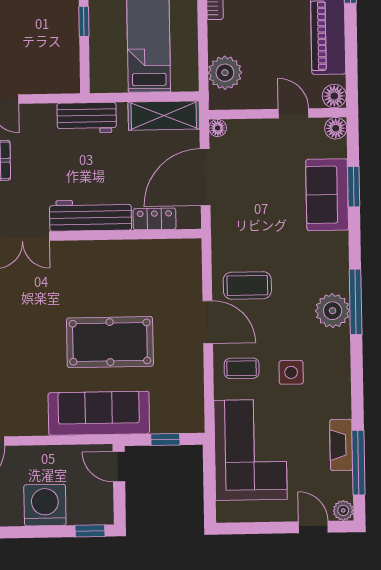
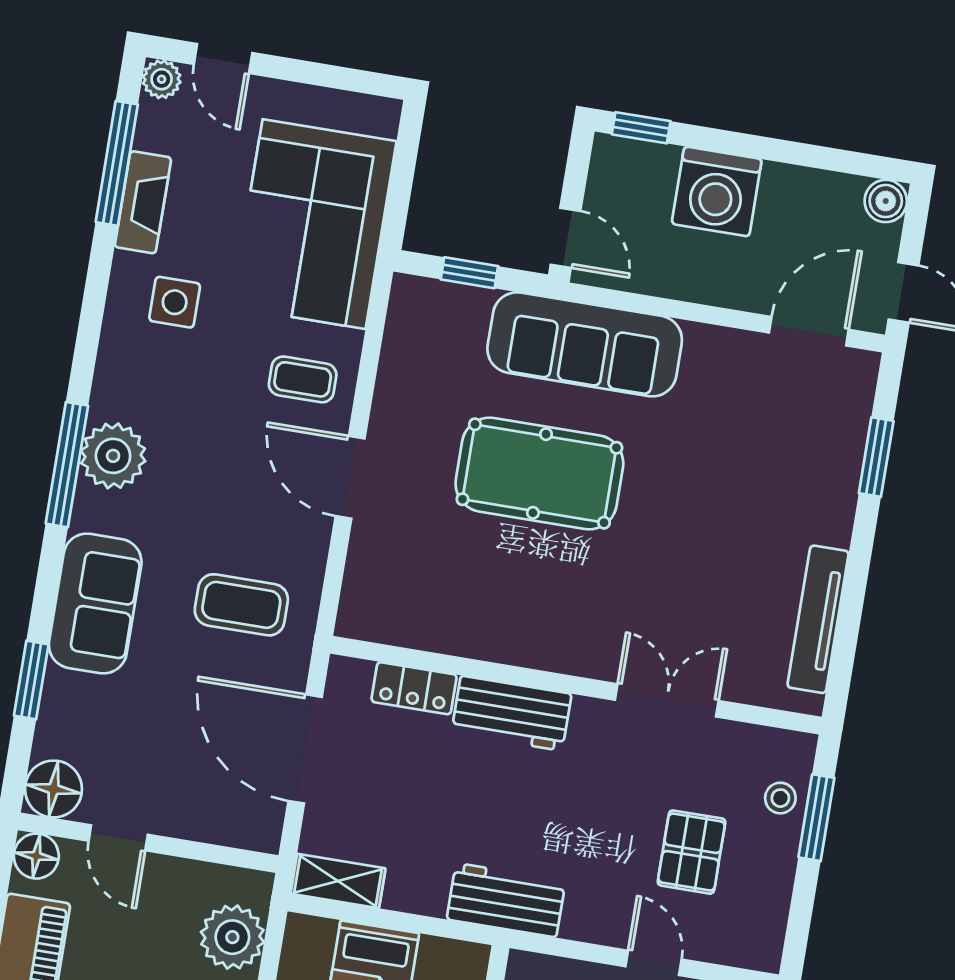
shelving: (164, 116) -> (338, 881), width x0.67, depth x0.75
floor lamp: (218, 128) -> (265, 836), removed
floor lamp: (336, 128) -> (54, 789), width x1.38, depth x1.38
door: (205, 177) -> (305, 749), swing flipped
sofa: (327, 195) -> (95, 604), moved
workbench: (91, 215) -> (511, 713), width x0.73
coffee table: (247, 285) -> (241, 605), moved
side table: (291, 372) -> (175, 302), moved

